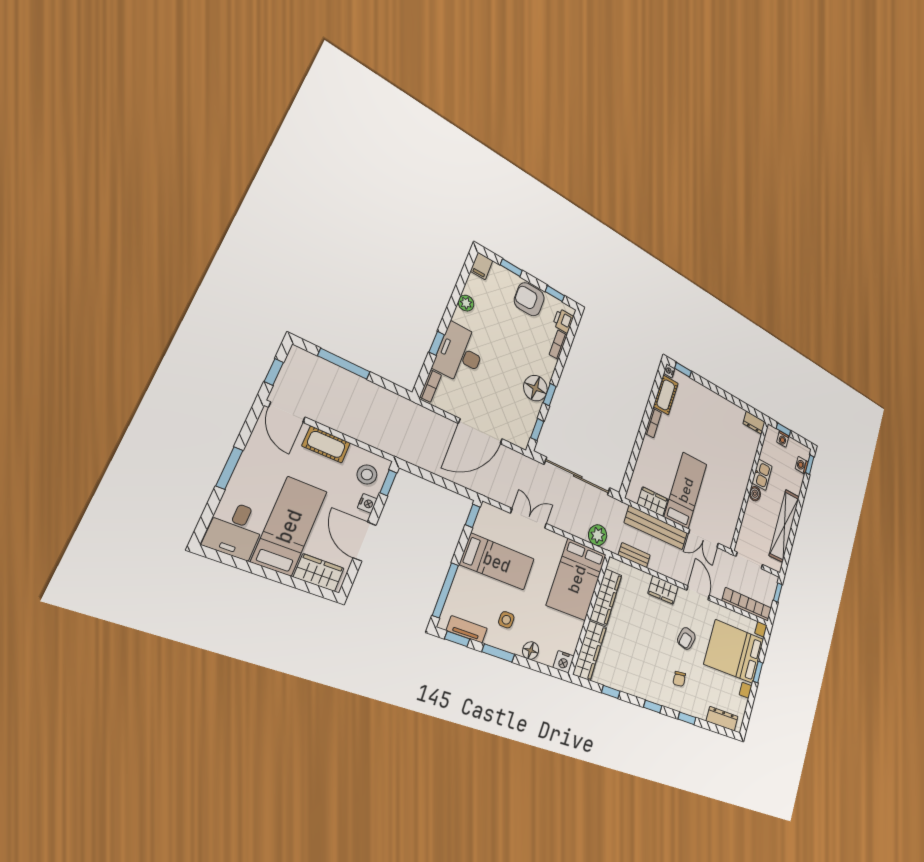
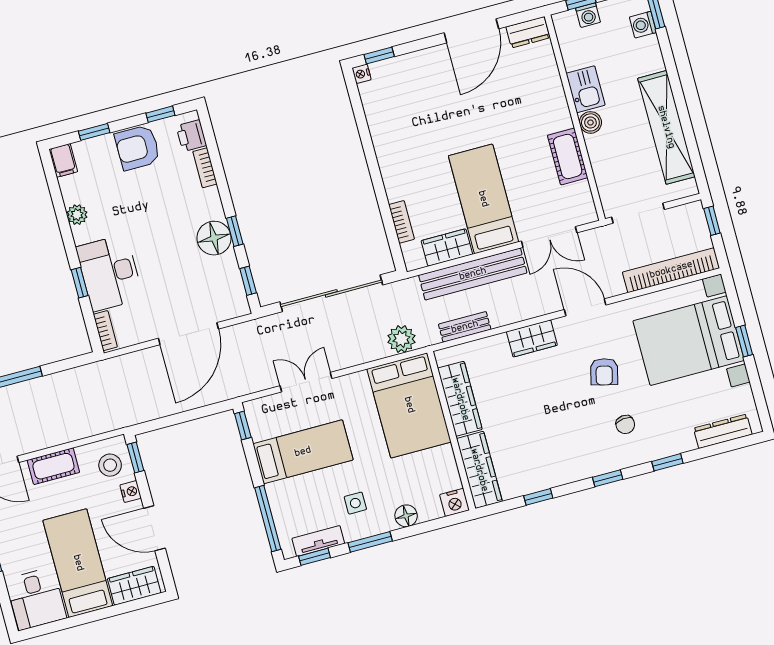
cot: (666, 395) -> (568, 157), moved
door: (731, 398) -> (471, 31), added
bookcase: (653, 423) -> (402, 222), moved

